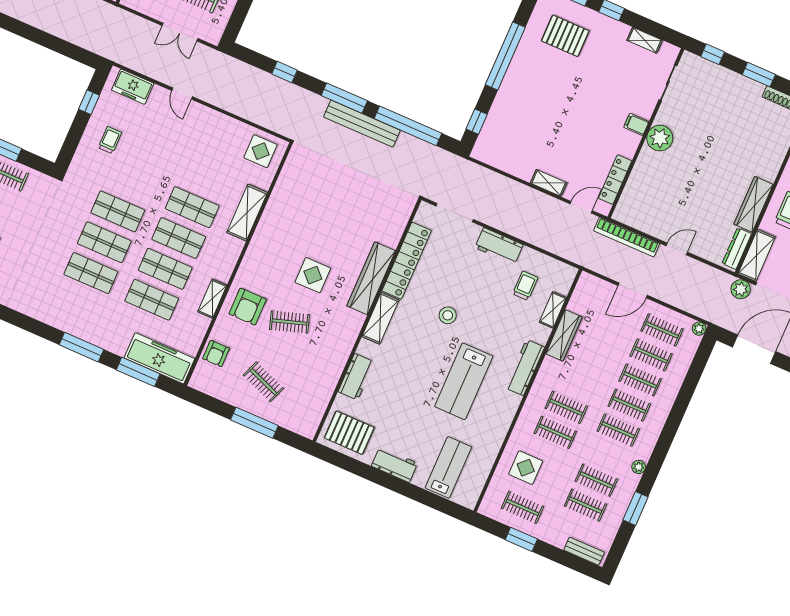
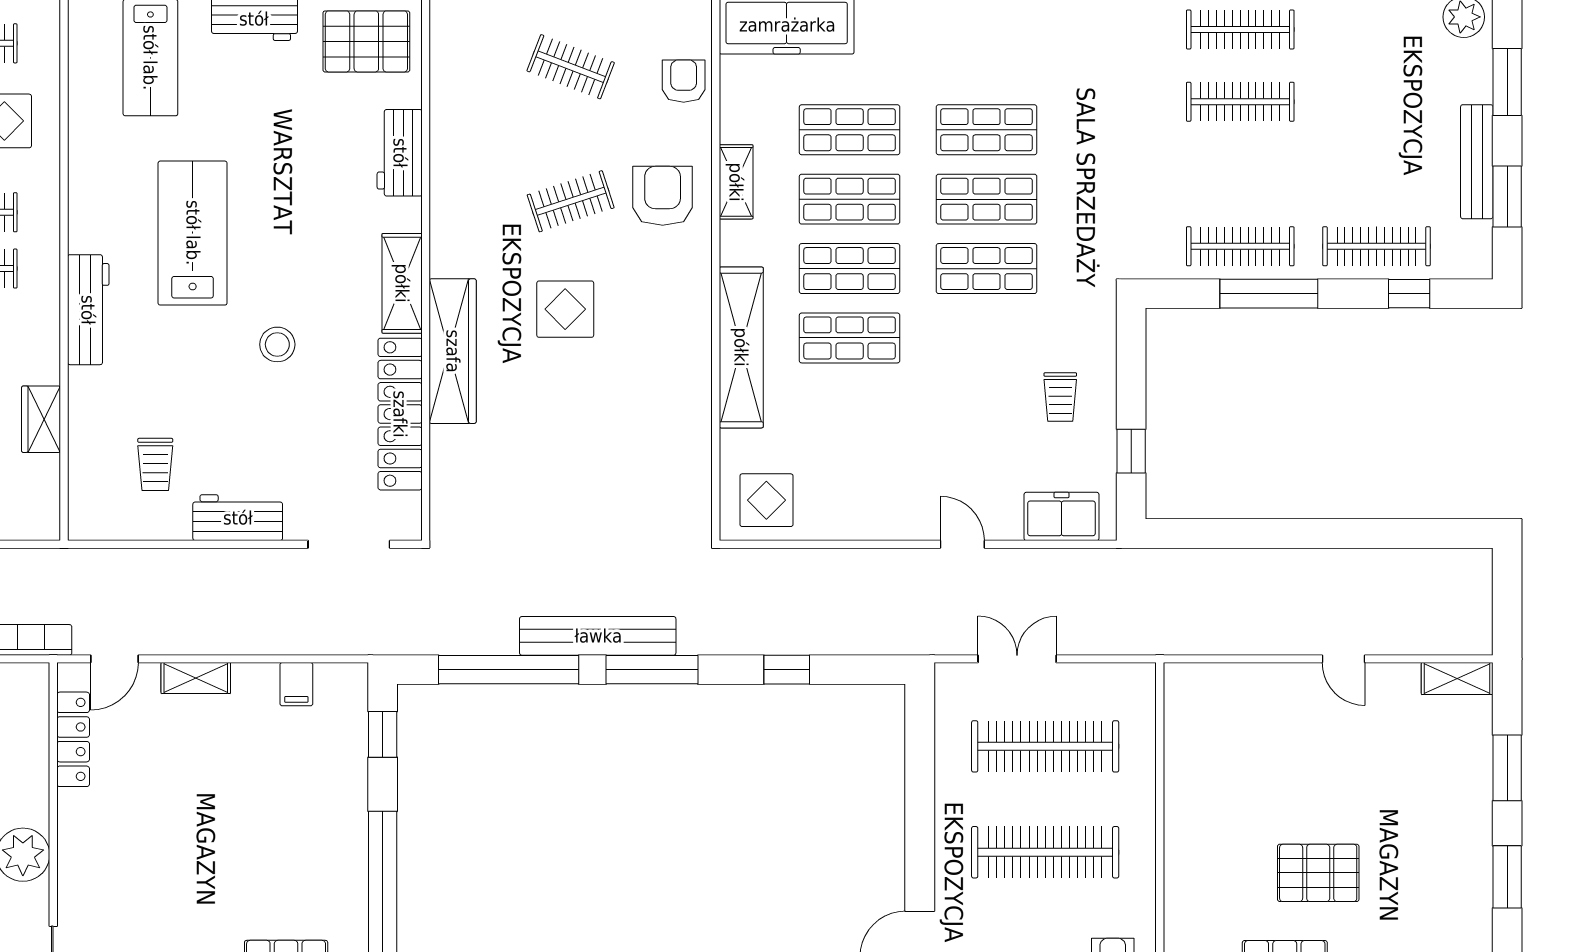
filing cabinet: (636, 124) -> (296, 684), moved, turned 90
shelving: (247, 213) -> (741, 347), width x1.47
shelving: (553, 310) -> (83, 442), removed
wardrobe: (564, 335) -> (41, 419), width x0.67

